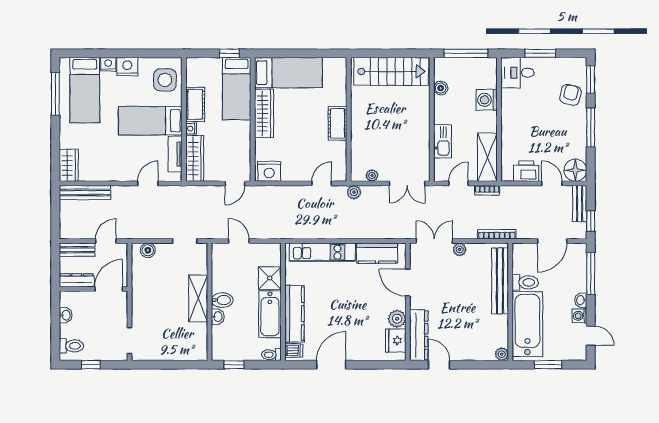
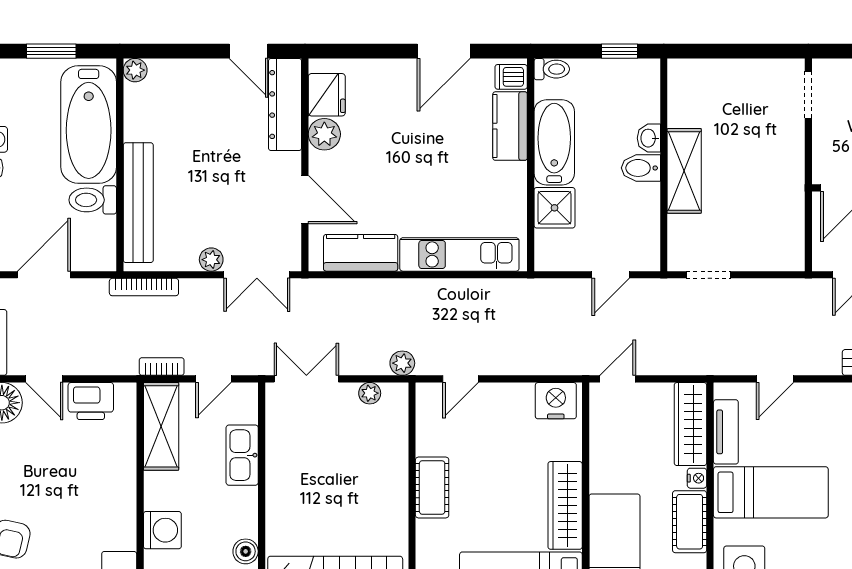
door: (239, 241) -> (611, 275), hinge flipped
boiler: (148, 250) -> (775, 258), removed
kitchen counter: (294, 314) -> (510, 126), width x0.67

